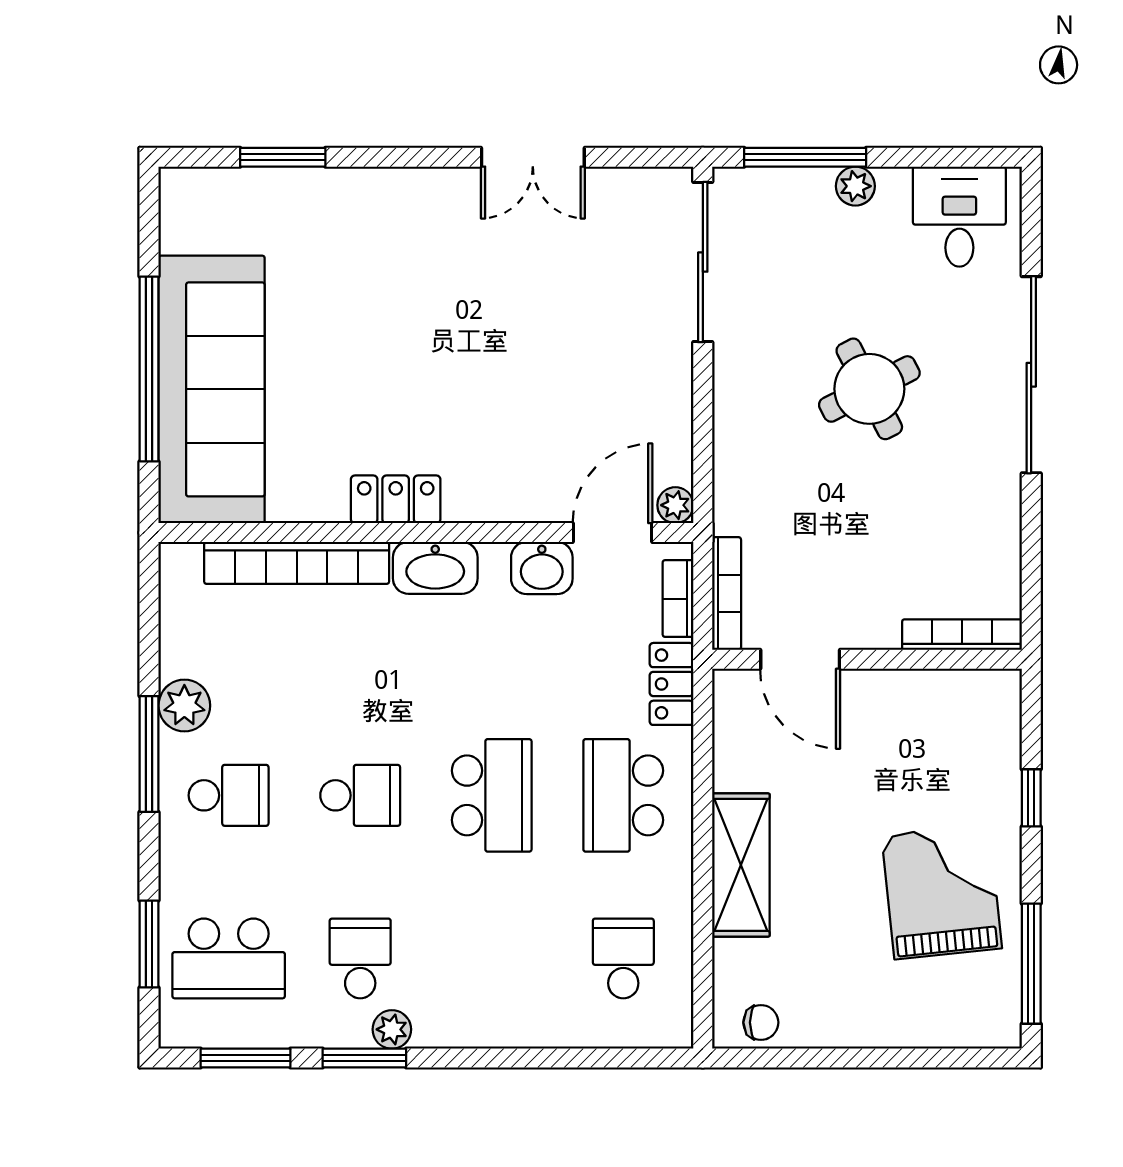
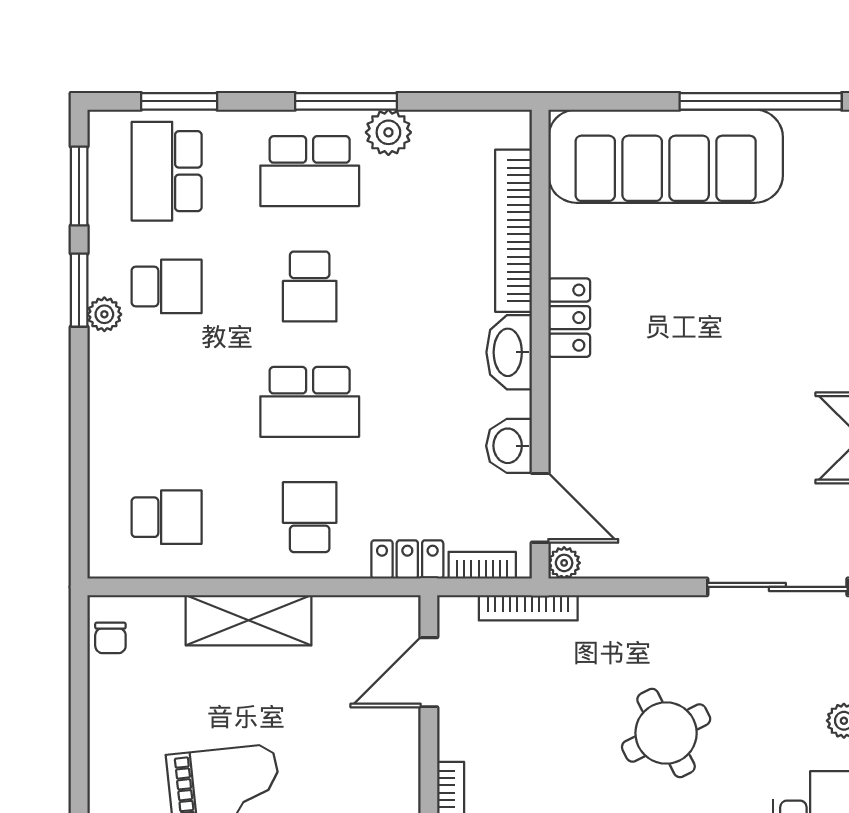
window: (149, 369) -> (761, 101), moved
bookcase: (727, 594) -> (528, 608), moved
school desk: (229, 795) -> (310, 171), width x1.85
school desk: (623, 795) -> (310, 517), width x0.54

